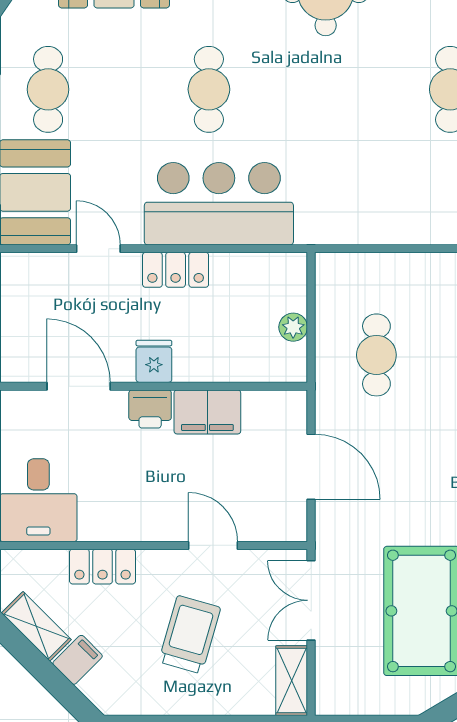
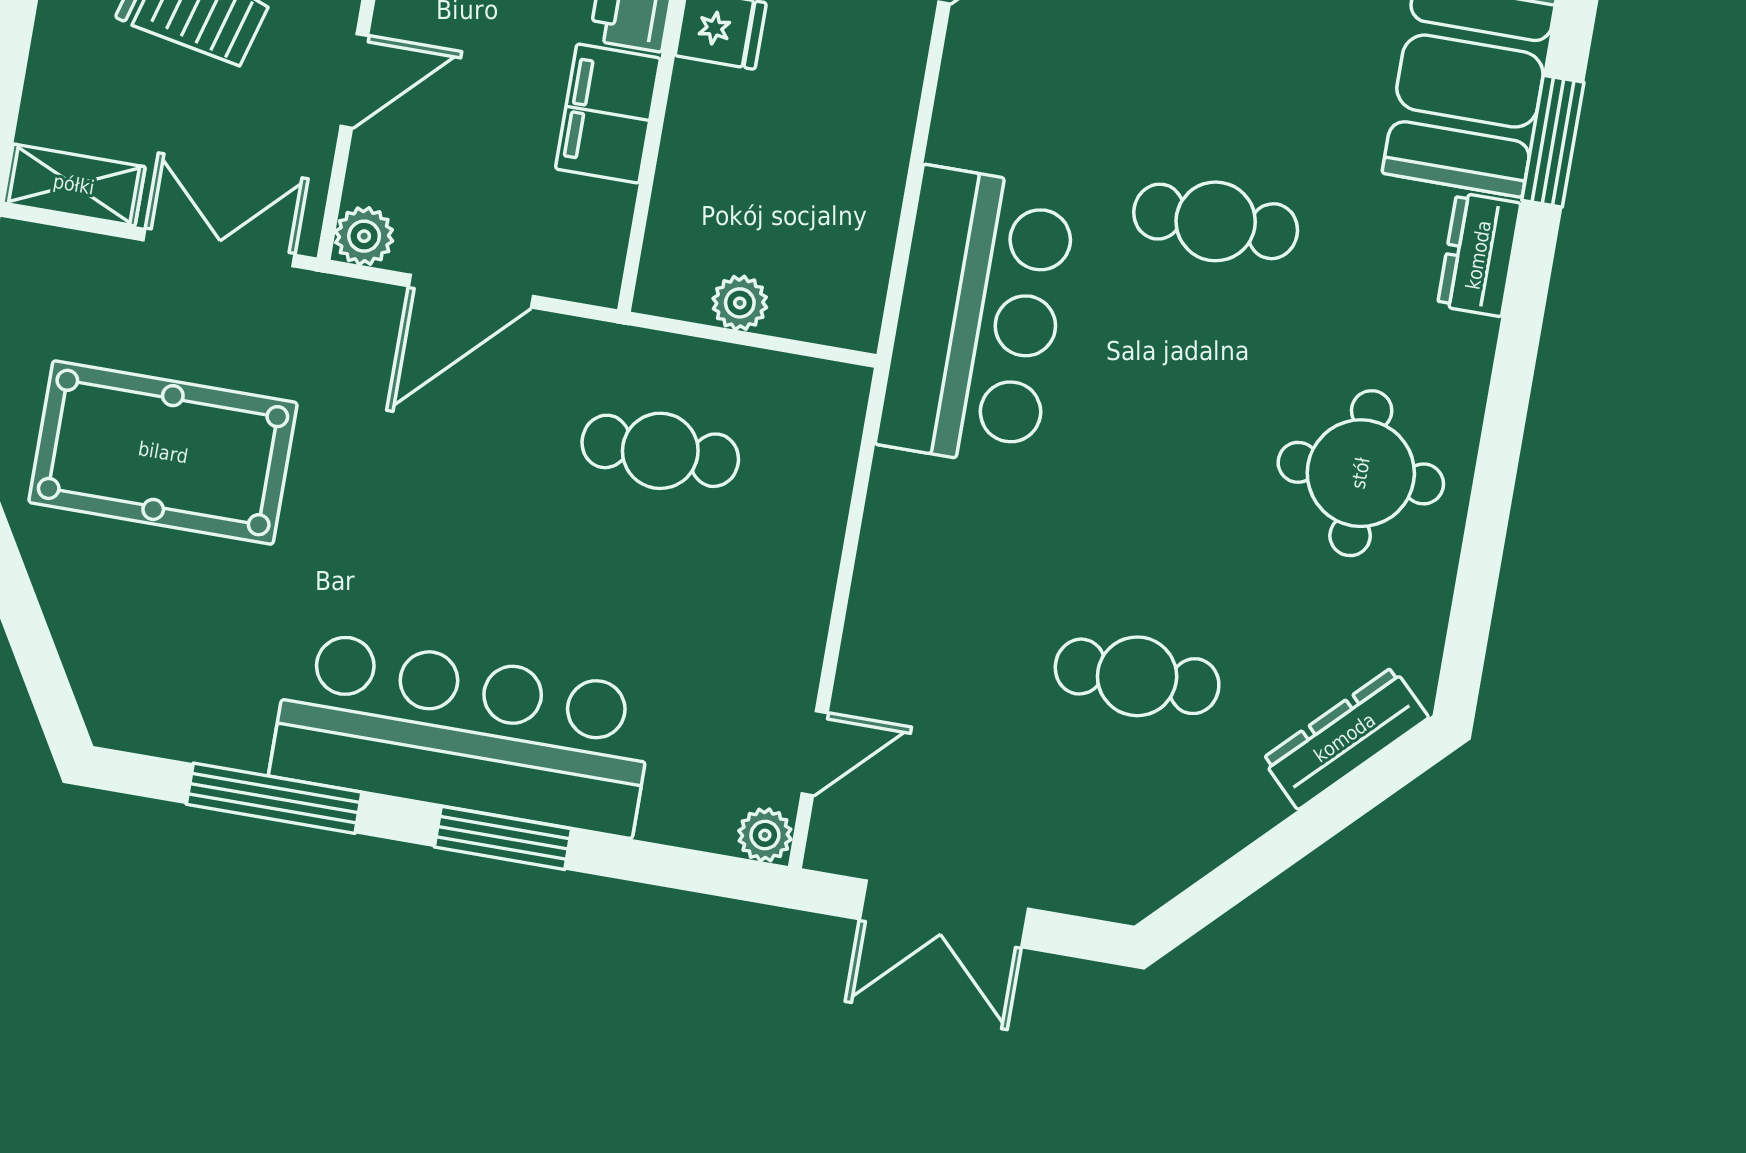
bar counter: (219, 204) -> (977, 317), moved
locker: (176, 270) -> (886, 100), removed
plant: (292, 527) -> (364, 236), added

